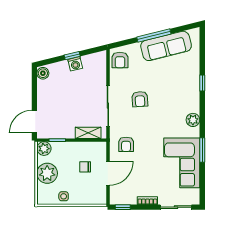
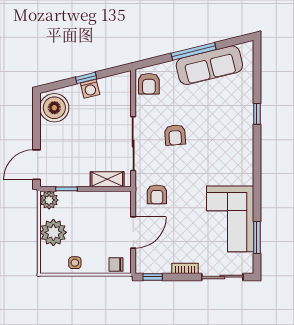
boiler: (43, 73) -> (54, 108), width x1.86, depth x1.86
plant: (193, 120) -> (245, 162), removed
window: (202, 150) -> (257, 238), moved
chair: (85, 167) -> (116, 264), moved

